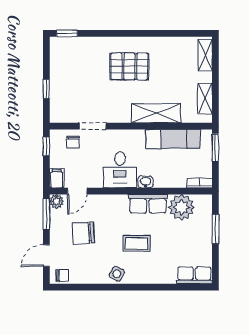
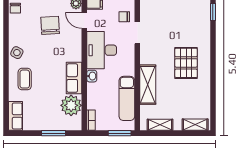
desk: (120, 170) -> (102, 50), width x1.37
coffee table: (137, 243) -> (25, 79), moved

